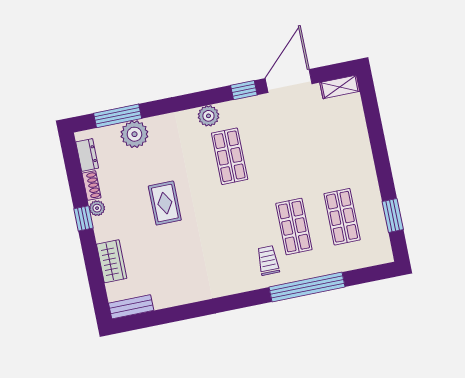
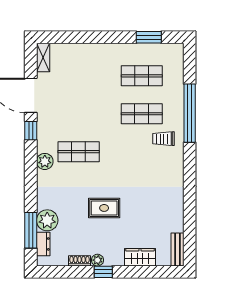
dresser: (87, 155) -> (43, 244), moved, turned 90

